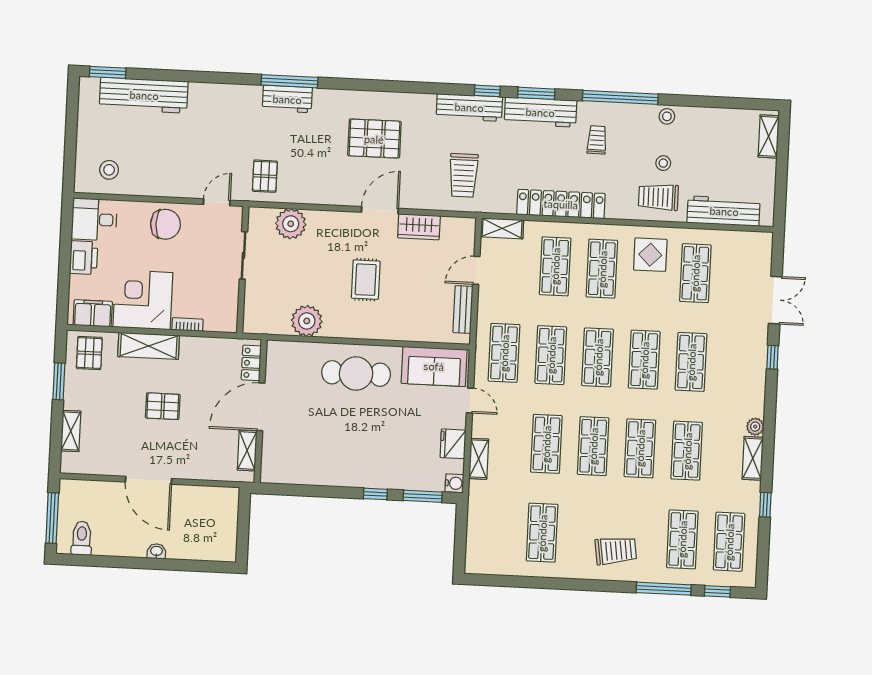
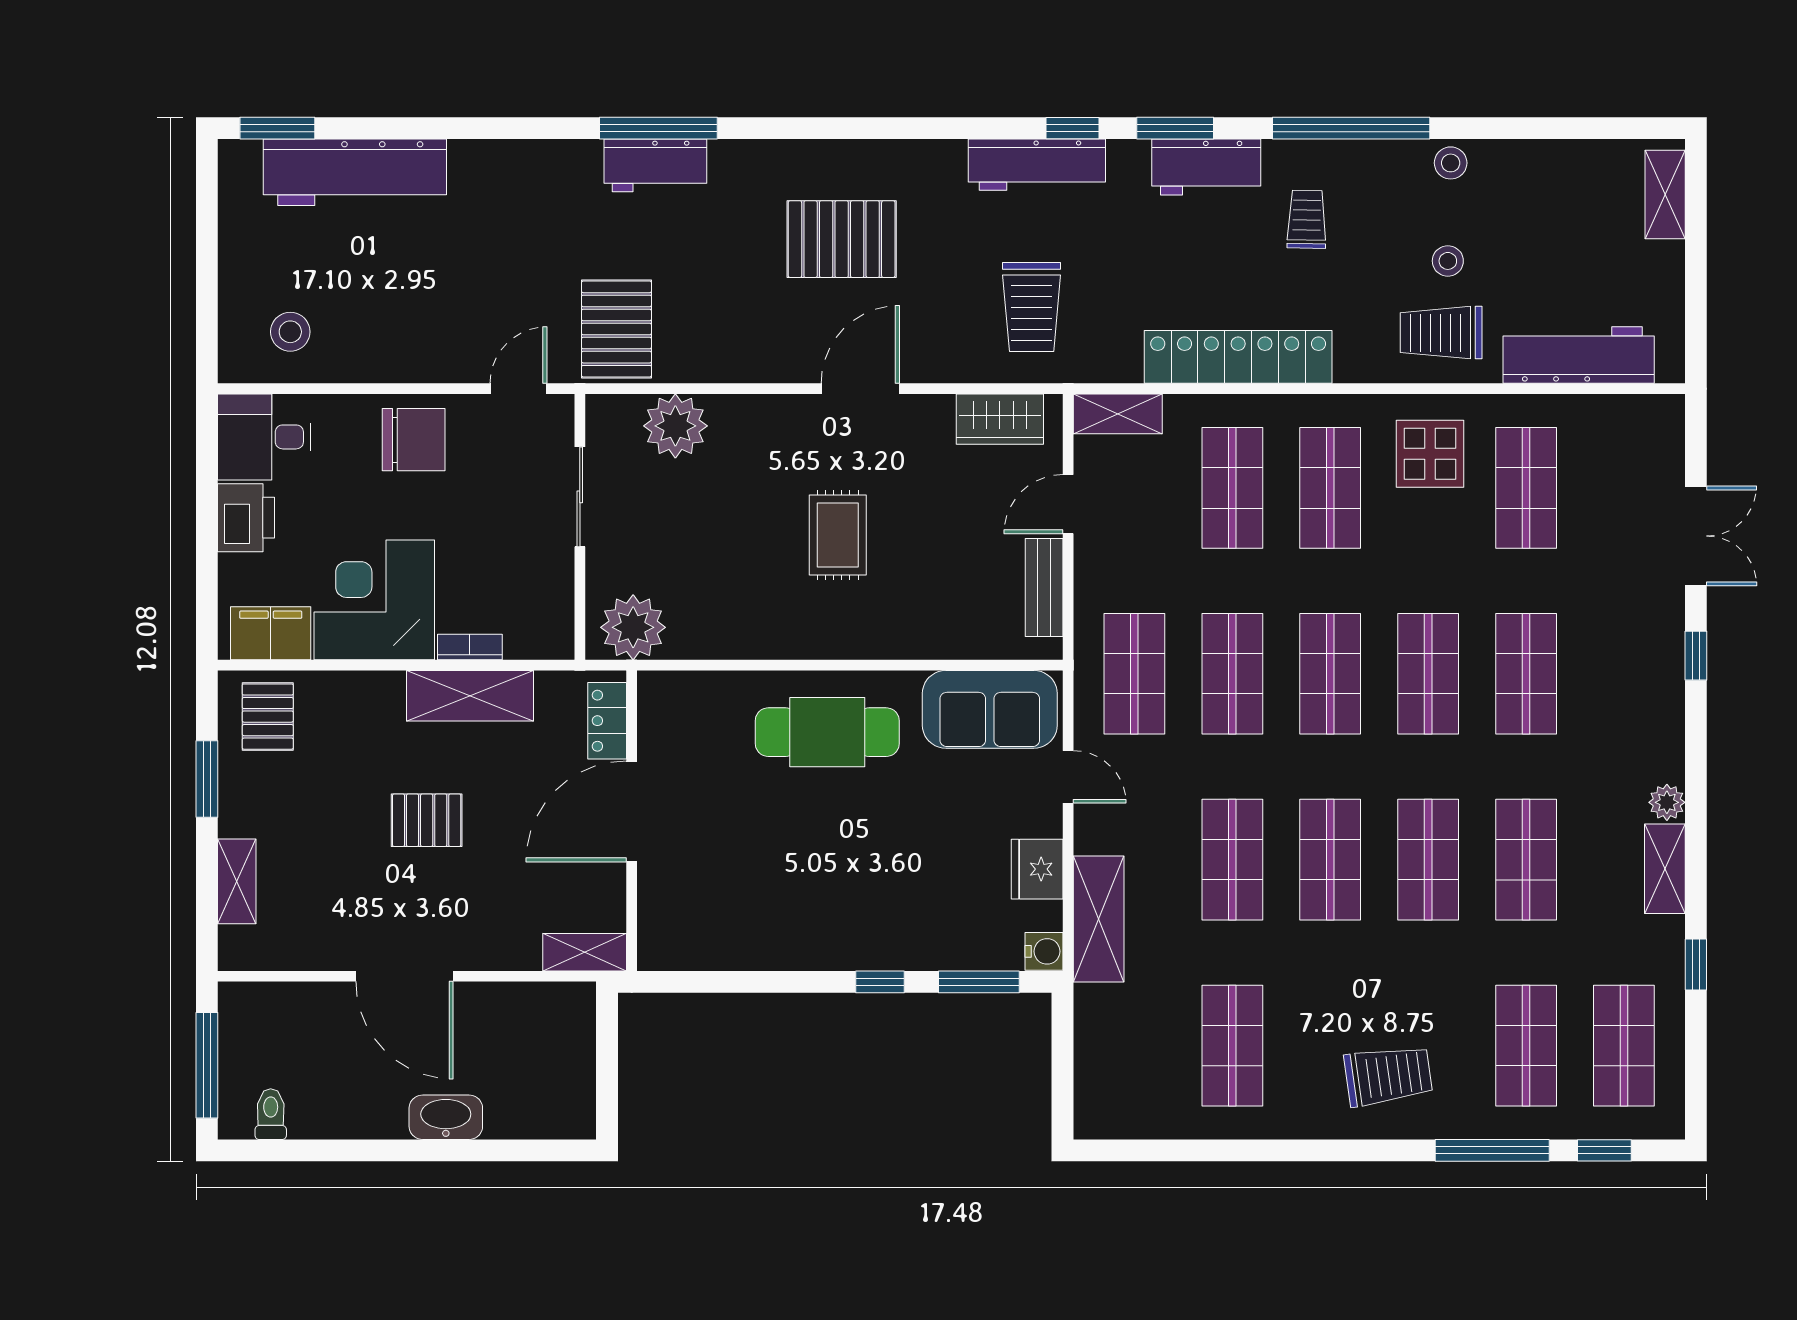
workbench: (540, 112) -> (1206, 167), width x0.73
pallet: (265, 176) -> (616, 329), width x1.50, depth x1.42
wardrobe: (419, 227) -> (1000, 419), moved
plant: (307, 321) -> (633, 627), moved
shelving: (149, 346) -> (470, 696), moved
shelving: (247, 450) -> (585, 952), moved, turned 90
shelving: (479, 459) -> (1099, 919), width x1.50, depth x1.33
toilet: (82, 538) -> (271, 1114), width x0.73, depth x0.72
washbasin: (156, 551) -> (446, 1117), width x1.91, depth x1.45

